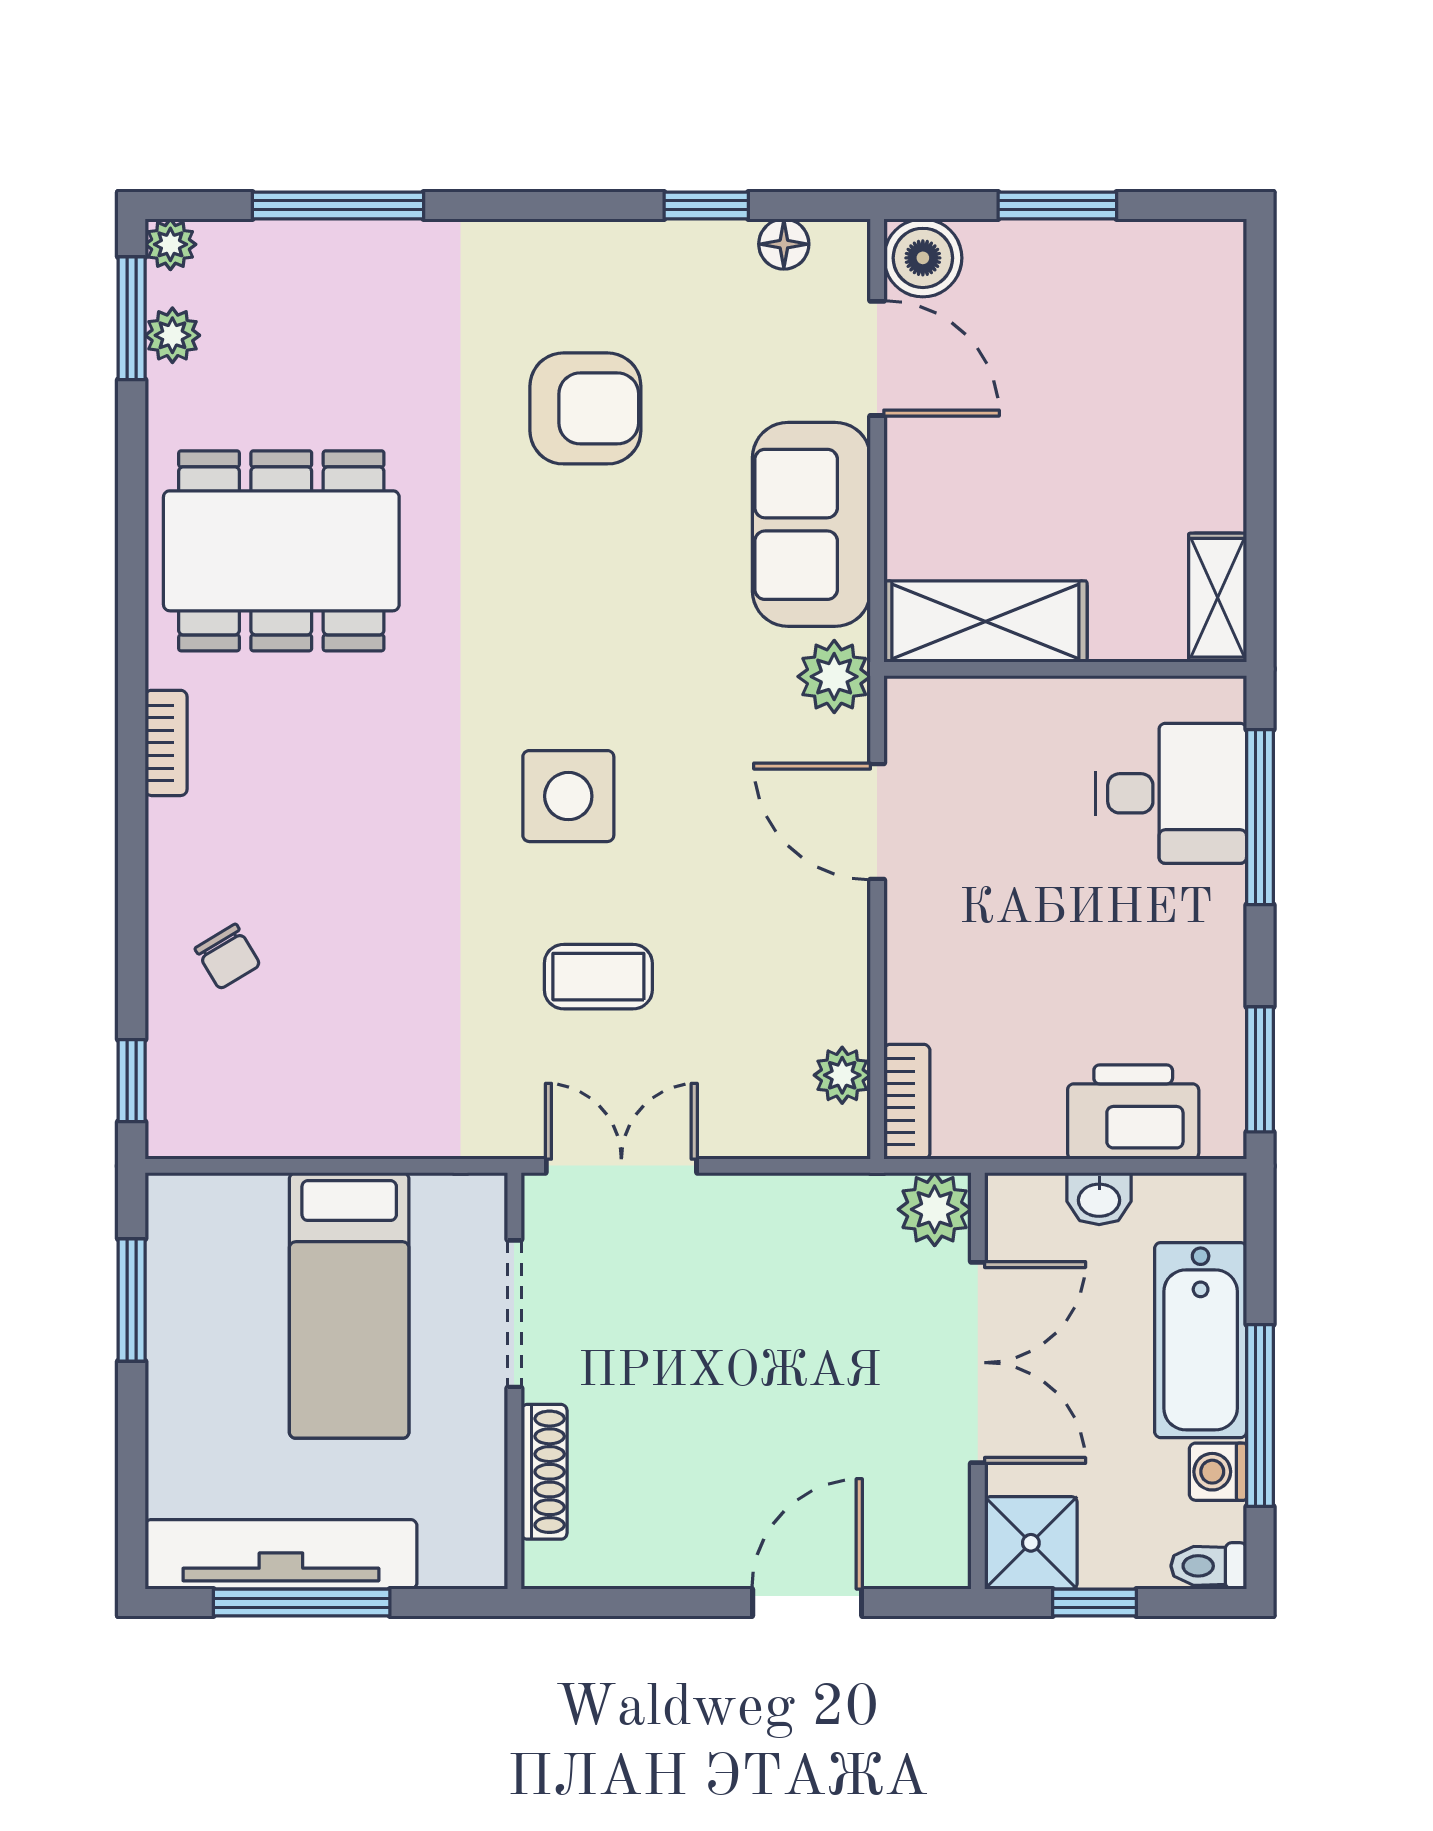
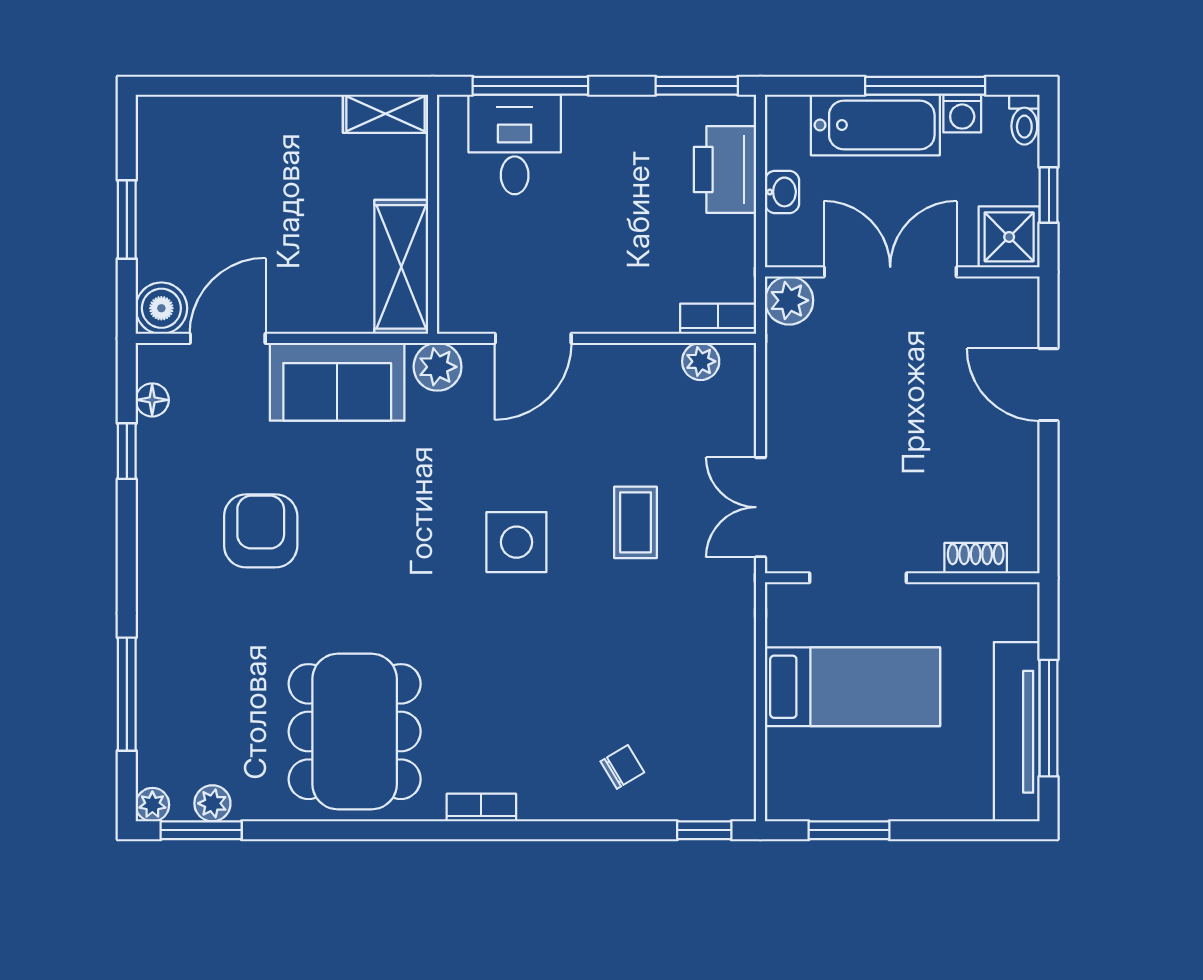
shoe rack: (544, 1472) -> (976, 558), width x0.70

